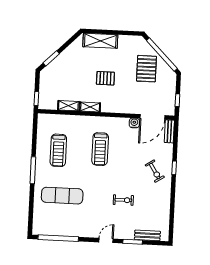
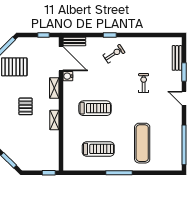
shelving: (68, 106) -> (54, 88), moved

